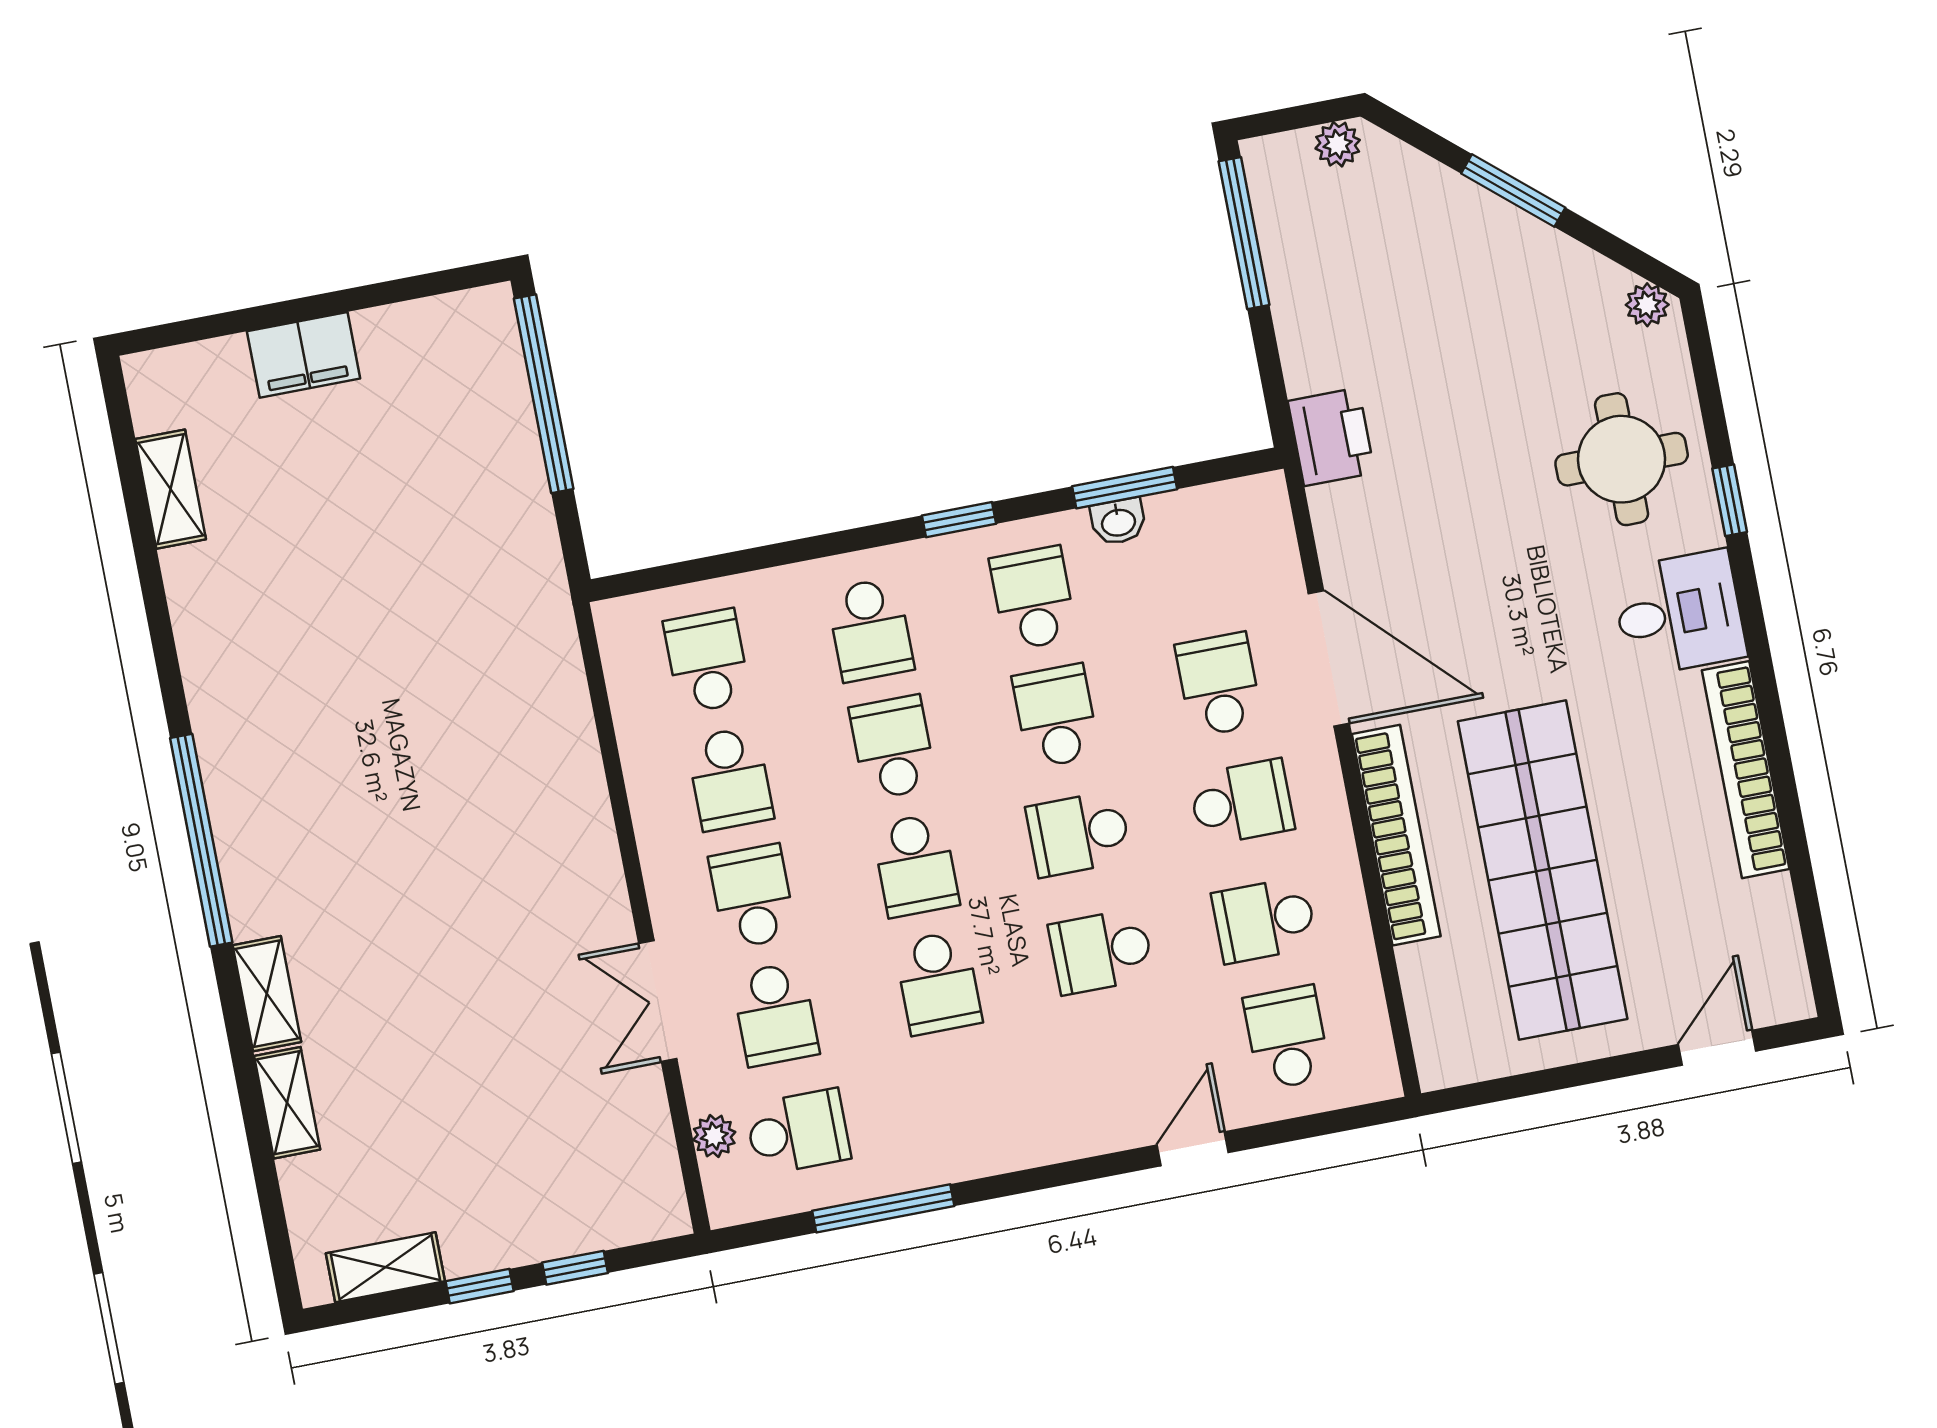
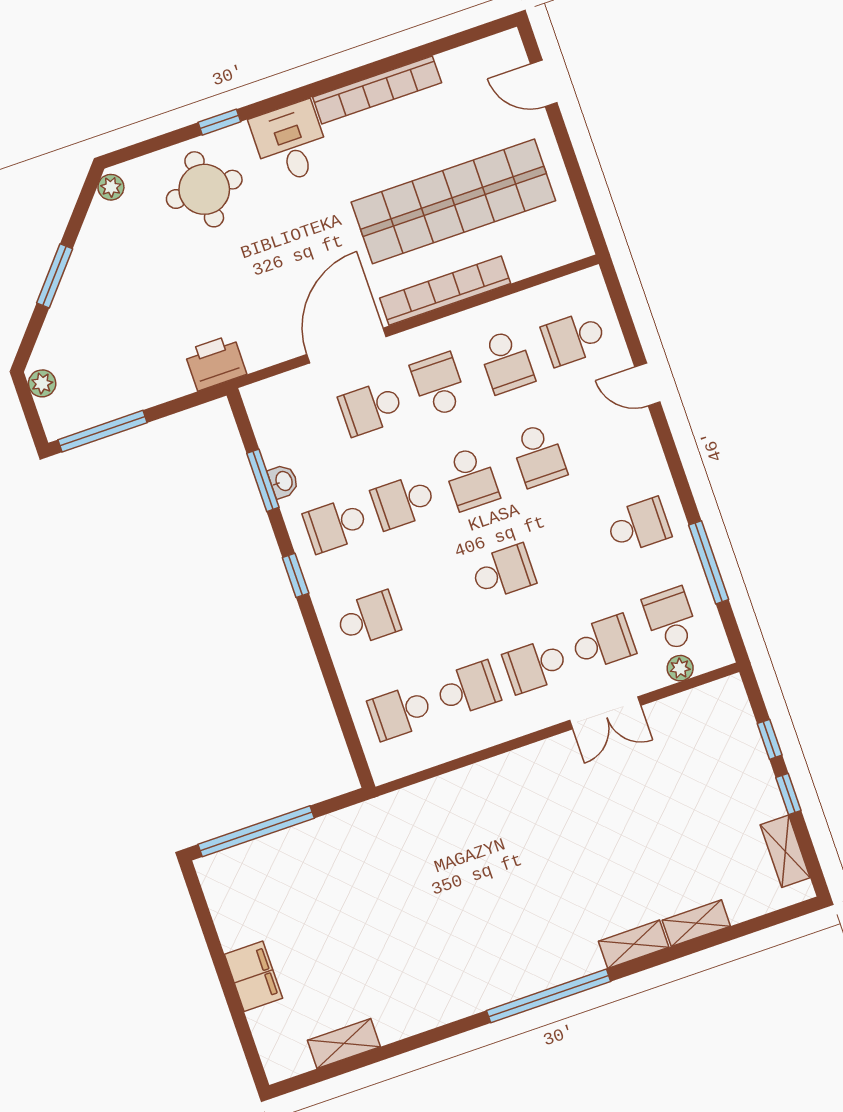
school desk: (893, 747) -> (436, 595), removed
school desk: (938, 983) -> (638, 526), moved

